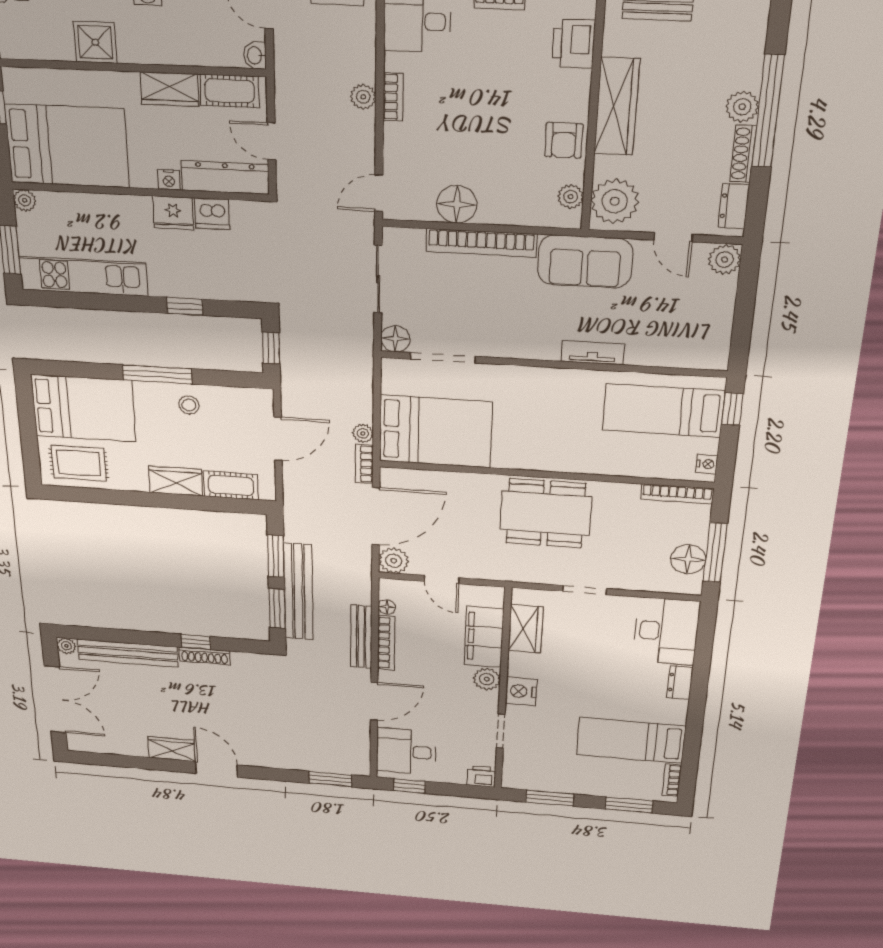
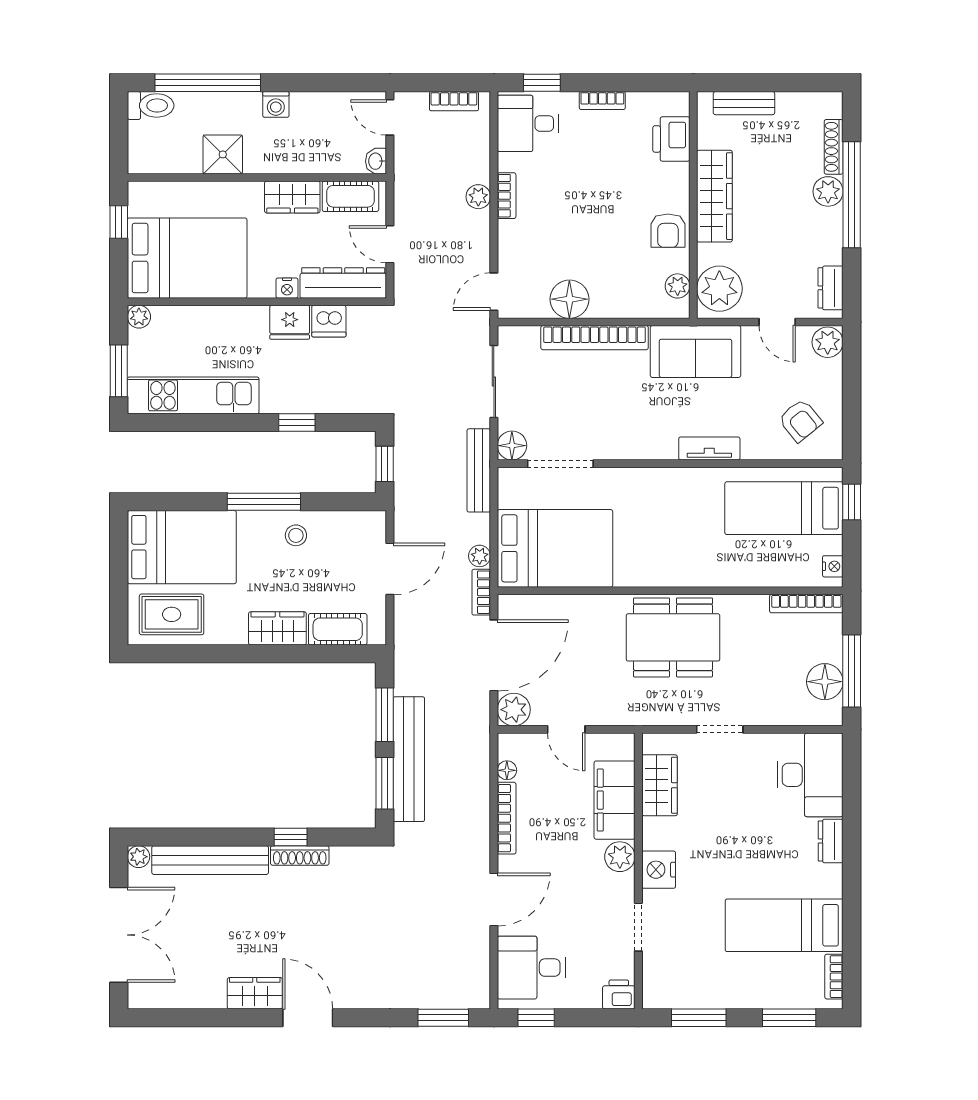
shoe rack: (743, 154) -> (834, 147), moved
armchair: (688, 332) -> (800, 421), added
bench: (361, 637) -> (479, 470), moved

